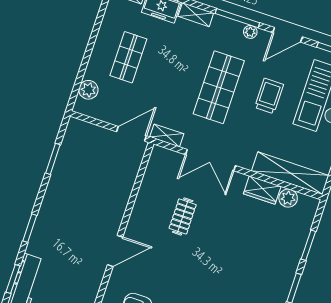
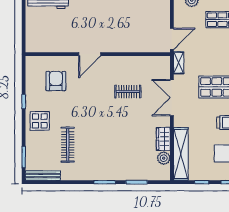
door: (131, 134) -> (172, 39), hinge flipped
door: (115, 251) -> (90, 54), hinge flipped

